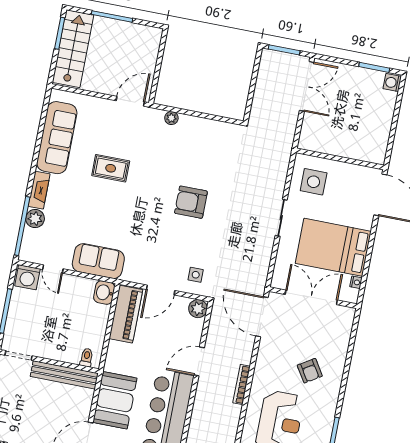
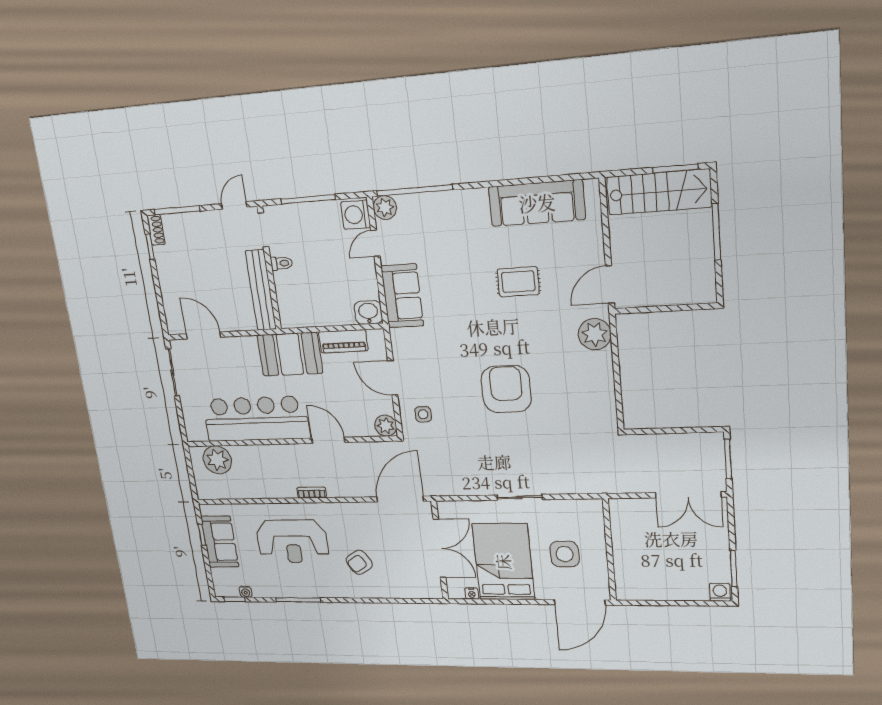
door: (130, 101) -> (610, 285), swing flipped
plant: (171, 118) -> (595, 334), width x1.87, depth x1.87
rug: (111, 168) -> (518, 282), turned 90
side table: (314, 182) -> (565, 554), moved
fireplace: (39, 190) -> (464, 199), removed
armchair: (191, 202) -> (506, 389), width x1.36, depth x1.36
plant: (35, 219) -> (385, 207), moved
piano: (126, 314) -> (343, 341), width x0.73, depth x0.75
toilet: (87, 358) -> (281, 263), moved
bookcase: (242, 385) -> (312, 493), width x0.64
booth: (115, 400) -> (290, 354), moved

